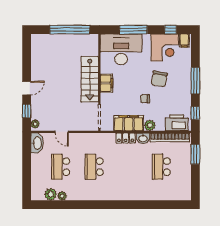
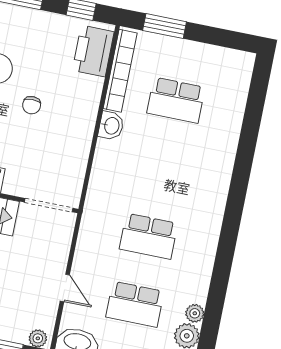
filing cabinet: (129, 123) -> (74, 149), removed
plant: (150, 125) -> (87, 107), removed
door: (62, 132) -> (65, 288), hinge flipped
locker: (126, 138) -> (103, 161), removed

